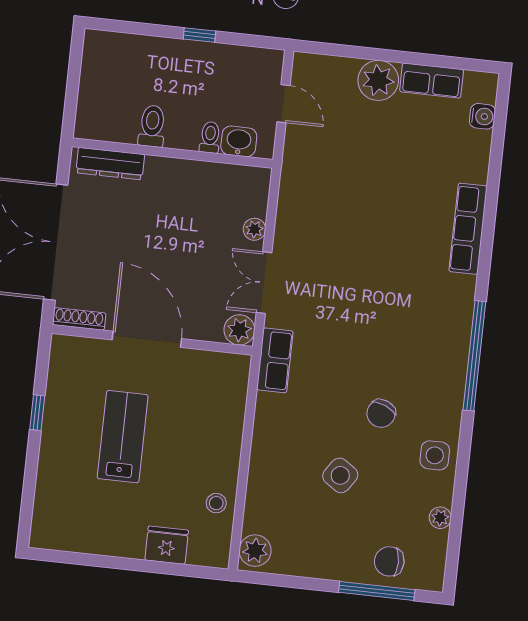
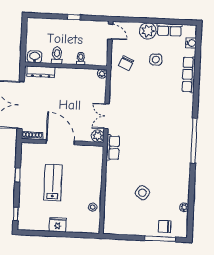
door: (283, 104) -> (110, 32), moved
washbasin: (239, 141) -> (35, 57), moved
plant: (254, 229) -> (102, 74), moved
row of seats: (468, 229) -> (189, 75), moved
chair: (381, 413) -> (126, 63), moved
side table: (435, 455) -> (156, 60), moved
window: (27, 508) -> (16, 214), added
fridge: (167, 545) -> (58, 225), moved
plant: (255, 551) -> (110, 225), removed

